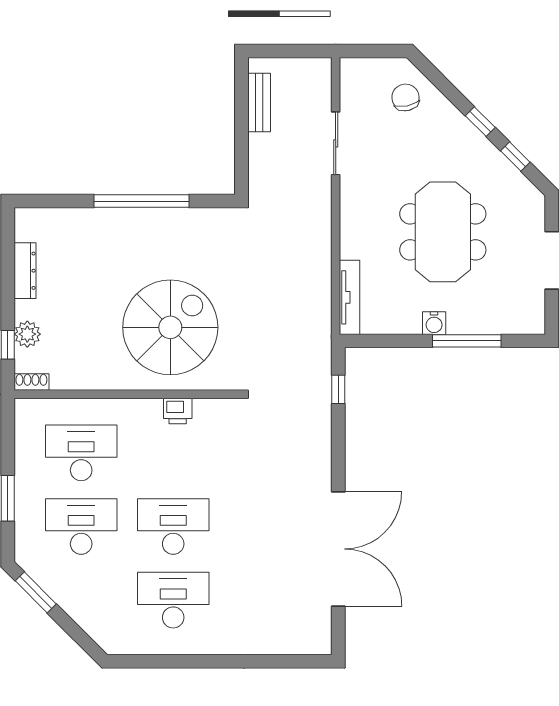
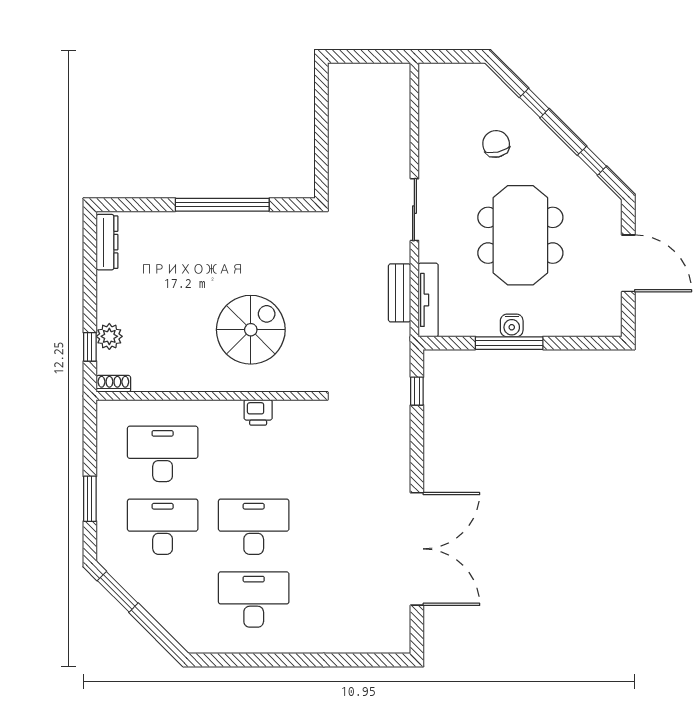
chair: (405, 97) -> (496, 144), moved
bench: (259, 103) -> (400, 293), moved
window: (480, 122) -> (534, 103), moved
sliding door: (336, 143) -> (414, 210), moved
dresser: (25, 271) -> (107, 242), moved
spiral stairs: (170, 327) -> (251, 330), width x0.73, depth x0.73
window: (467, 341) -> (509, 343), moved

